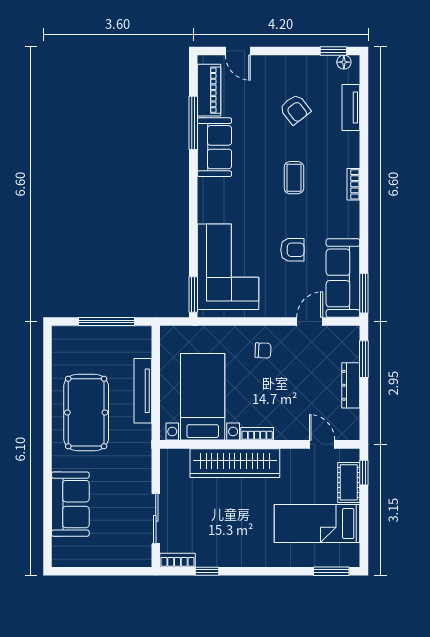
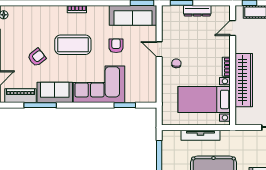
tv unit: (351, 108) -> (31, 11), removed
armchair: (295, 109) -> (37, 57), moved
coffee table: (294, 178) -> (73, 45), width x1.86, depth x1.72
corner sofa: (228, 267) -> (99, 84), moved
window: (193, 295) -> (125, 105), moved
door: (310, 322) -> (159, 49), moved

